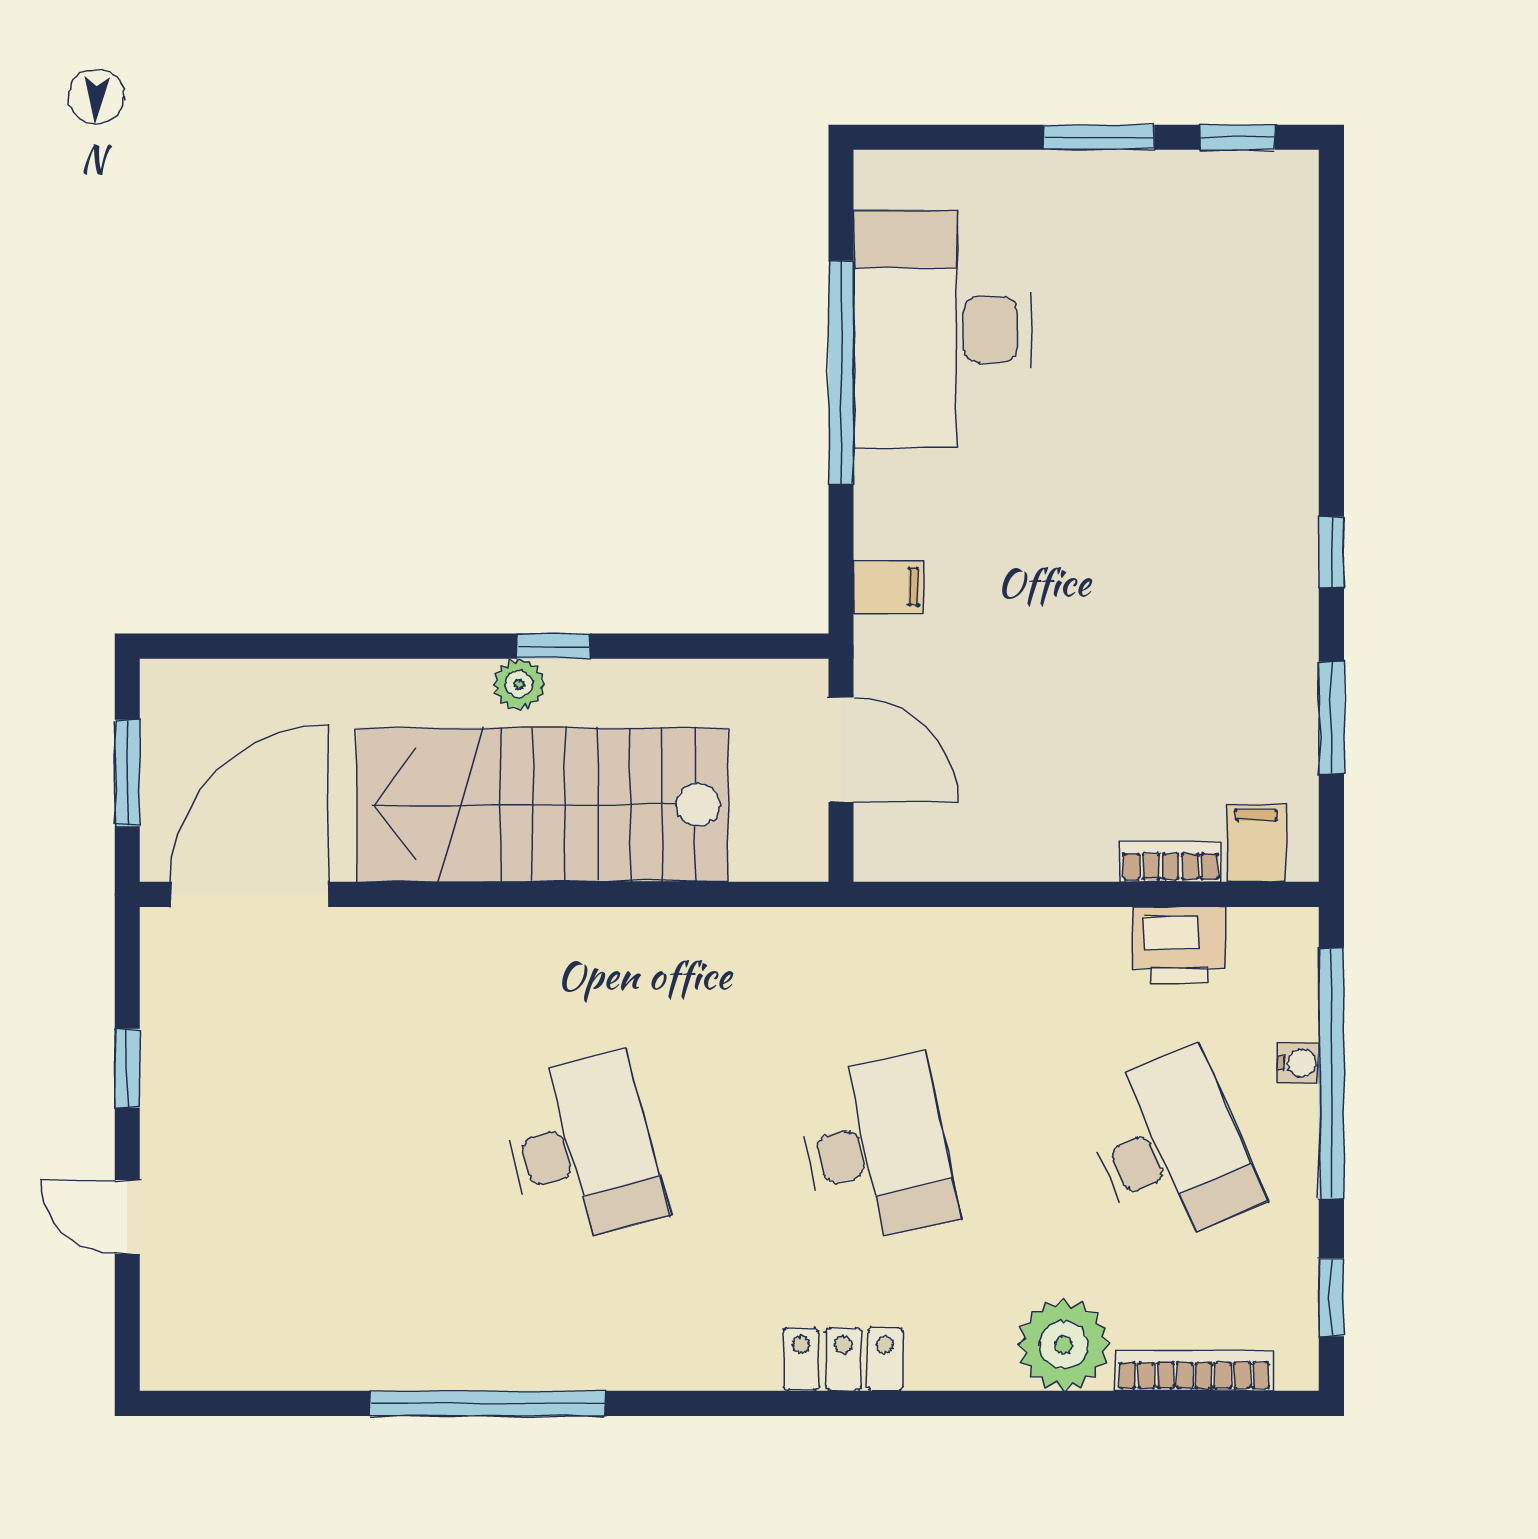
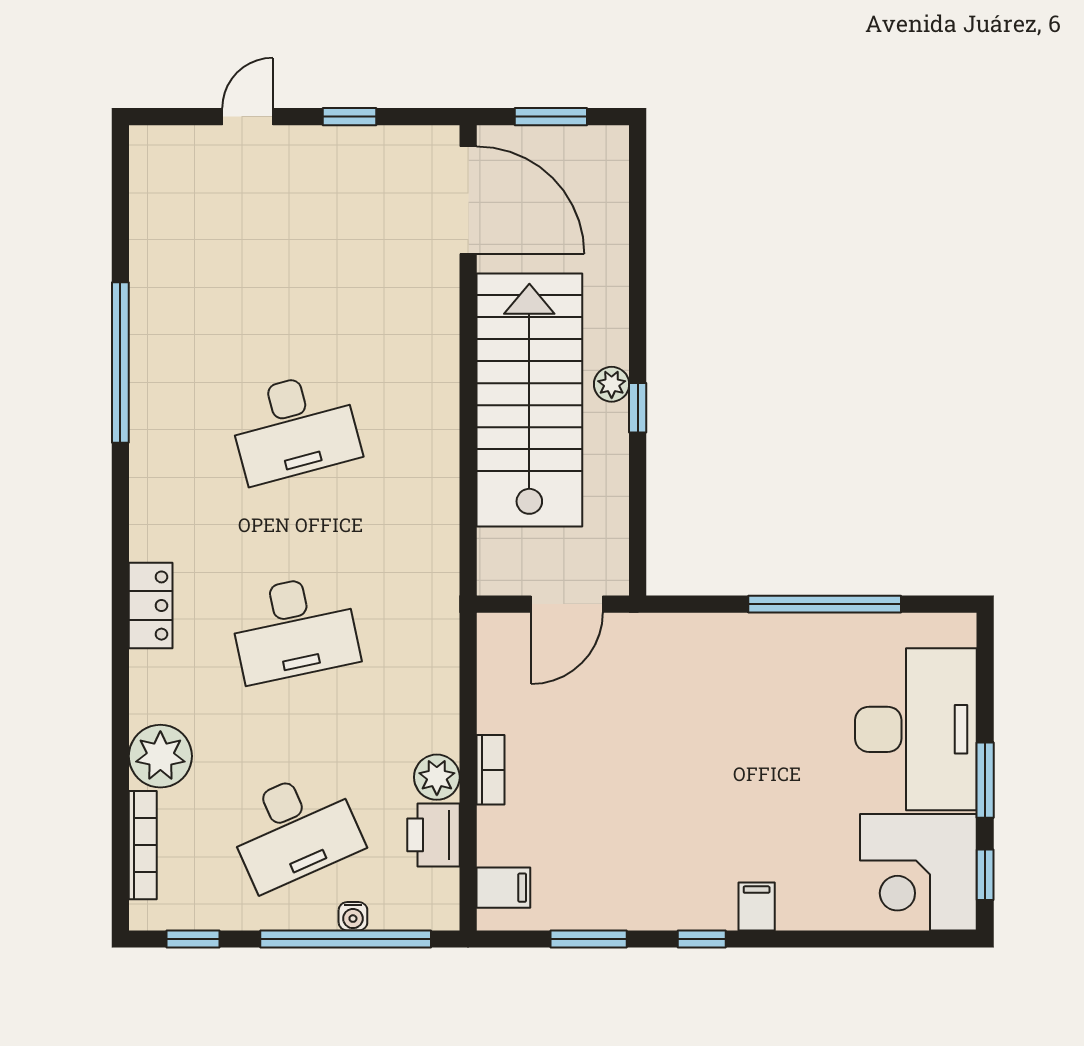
corner desk: (1234, 235) -> (918, 872), added
desk: (942, 329) -> (916, 729), moved, turned 90
filing cabinet: (889, 587) -> (757, 906), moved, turned 180
bookcase: (1171, 862) -> (490, 770), moved
plant: (1094, 940) -> (437, 777), added

